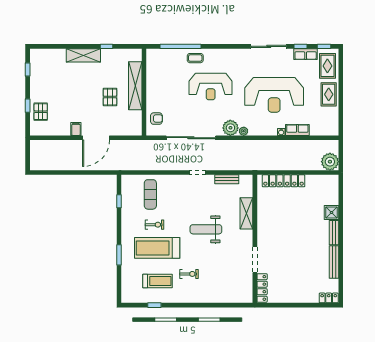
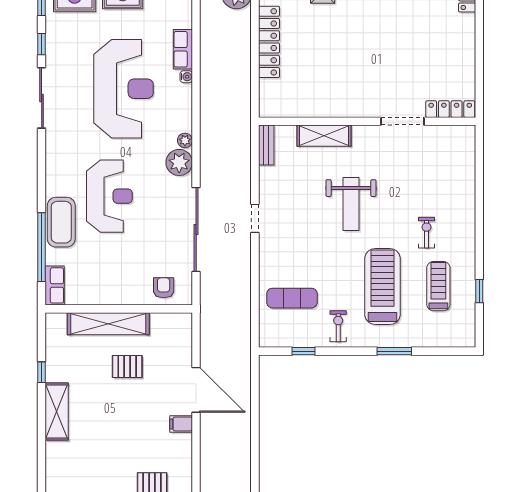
row of seats: (306, 54) -> (55, 285), moved
coffee table: (195, 58) -> (61, 222), width x1.86, depth x1.72
bench: (227, 179) -> (266, 145), moved
locker: (284, 181) -> (269, 42), moved
exercise bike: (154, 225) -> (338, 326), moved
treadmill: (157, 248) -> (383, 286), turned 180

